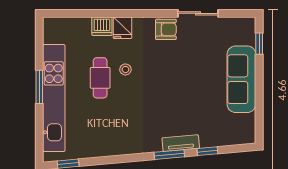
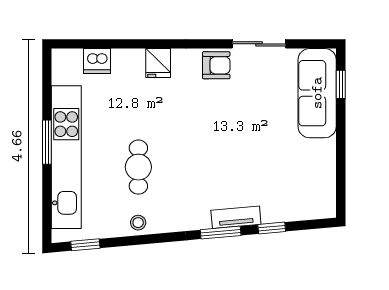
dishwasher: (102, 26) -> (97, 61), moved
stool: (125, 69) -> (138, 223), moved
cafe table: (100, 78) -> (138, 167), moved
sofa: (241, 79) -> (317, 93), moved

